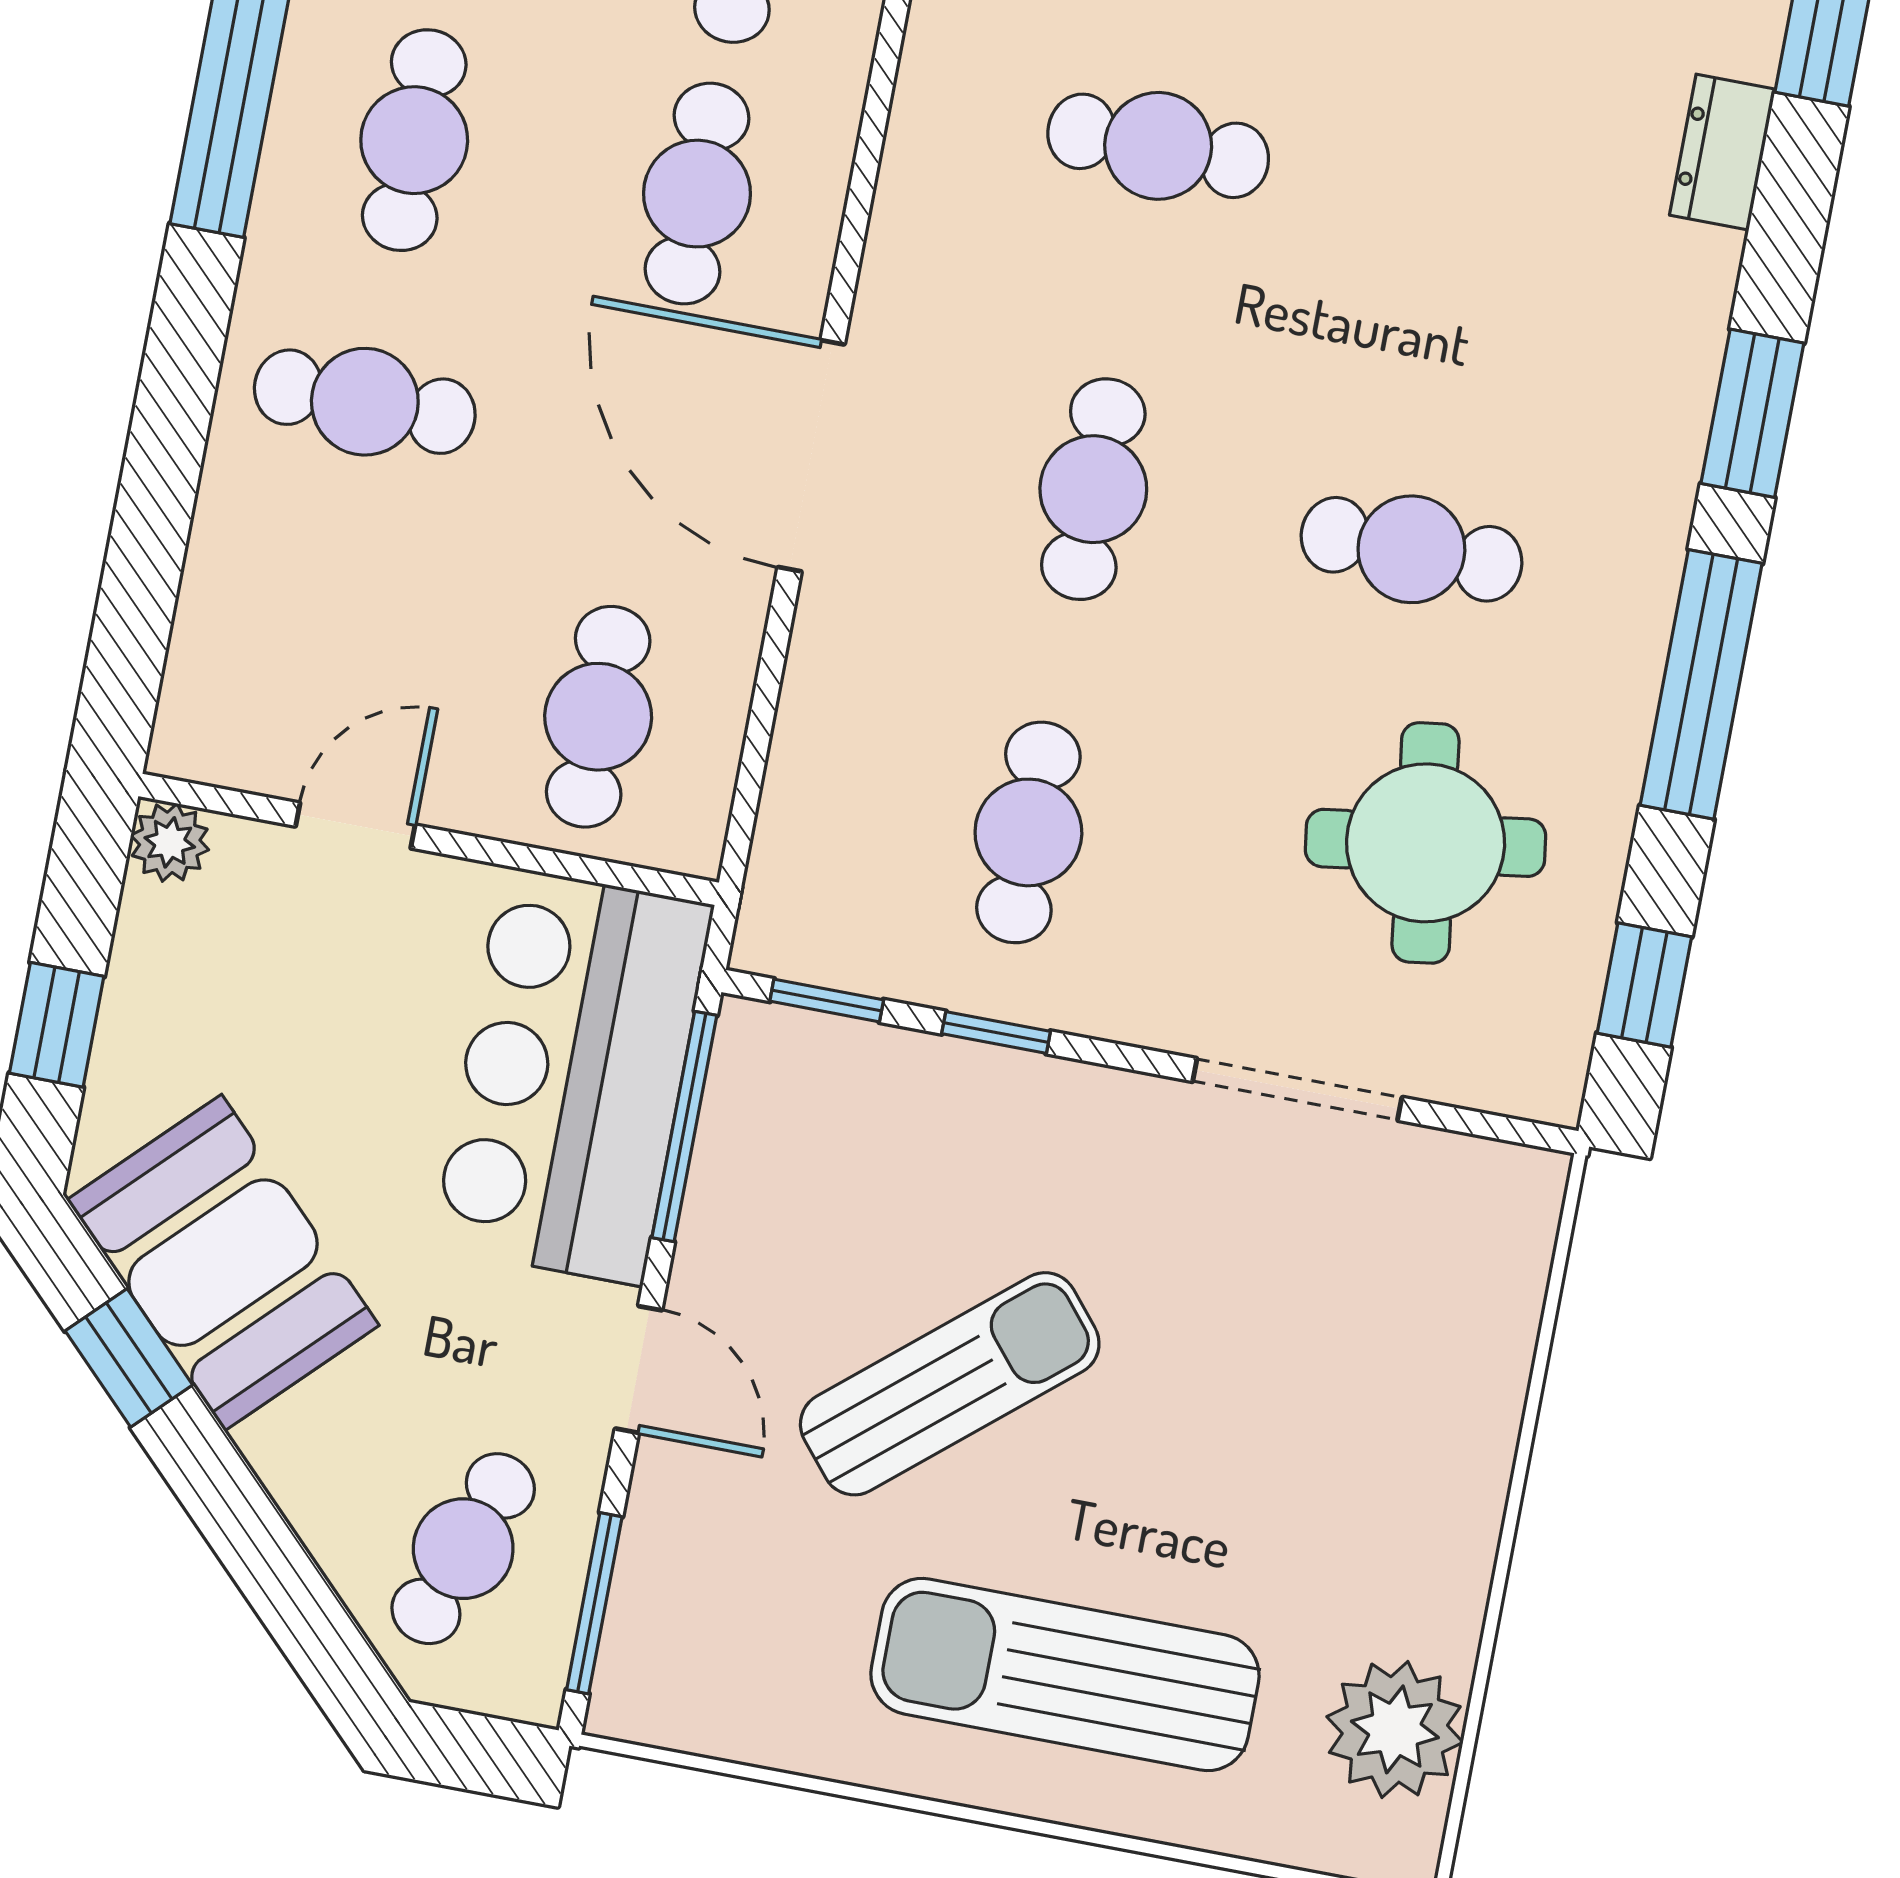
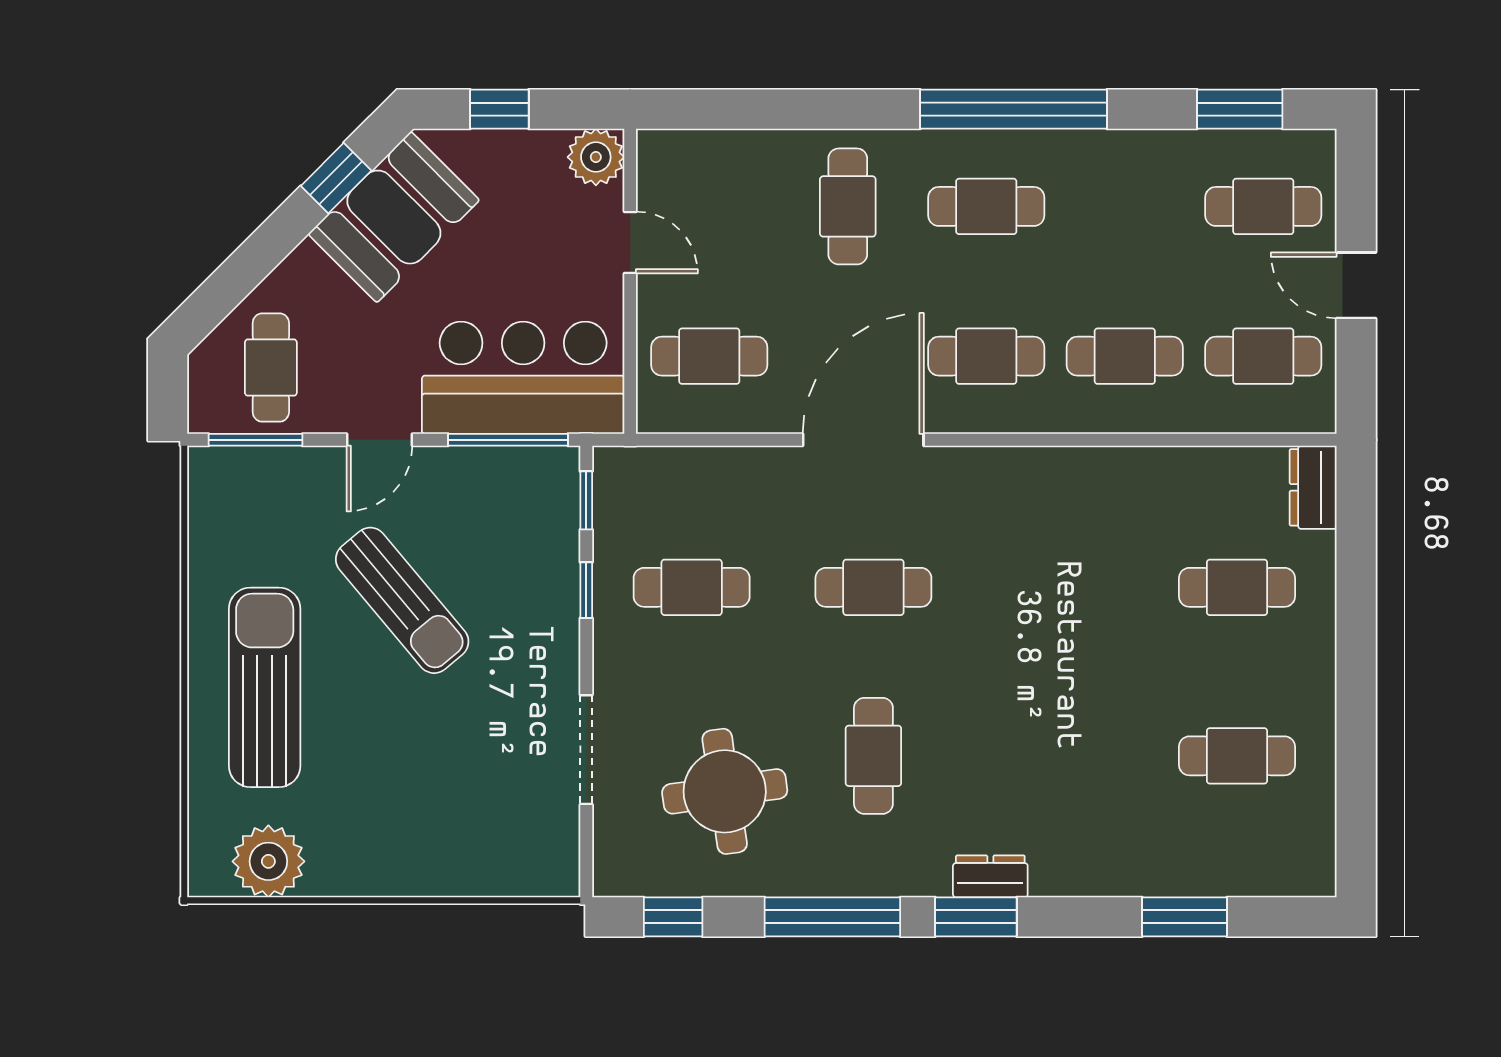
cafe table: (1158, 146) -> (1055, 587), removed
dresser: (1722, 152) -> (990, 876), moved
plant: (170, 842) -> (596, 157), width x1.38, depth x1.38
cafe table: (463, 1549) -> (271, 368), turned 70

